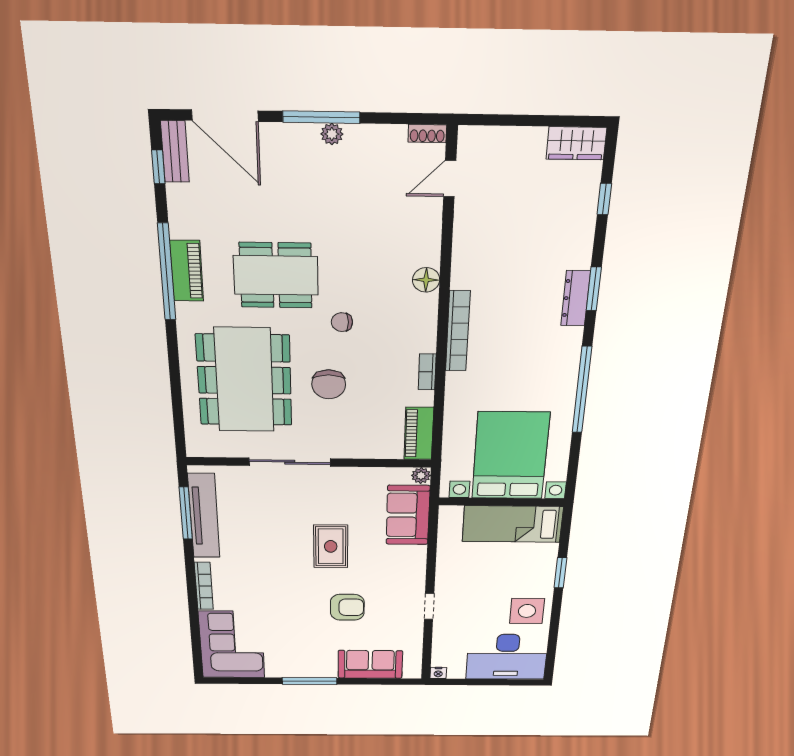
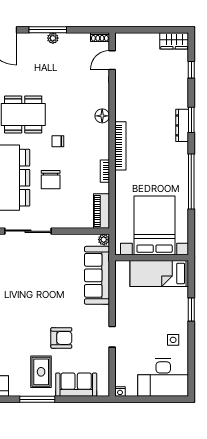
sofa: (408, 515) -> (97, 275), width x1.36
rug: (331, 546) -> (41, 372), moved
side table: (527, 611) -> (173, 340), width x0.54, depth x0.54

